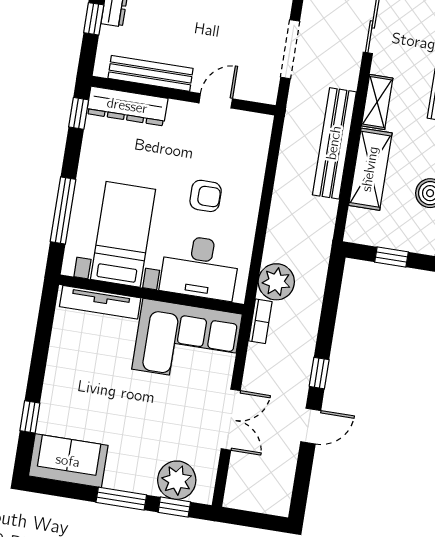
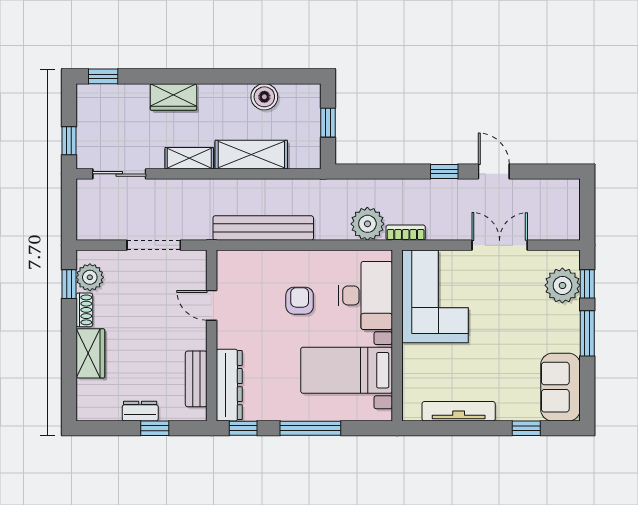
bench: (150, 73) -> (196, 379), width x0.73
bench: (334, 143) -> (263, 228), moved
window: (63, 210) -> (310, 428), moved
tv unit: (100, 302) -> (459, 411), moved, turned -90

